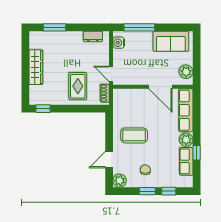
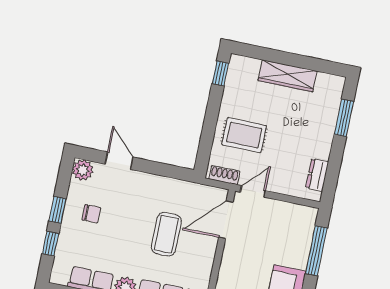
water cooler: (119, 43) -> (299, 213), removed
door: (160, 87) -> (226, 220), moved
coffee table: (134, 135) -> (166, 234), moved

